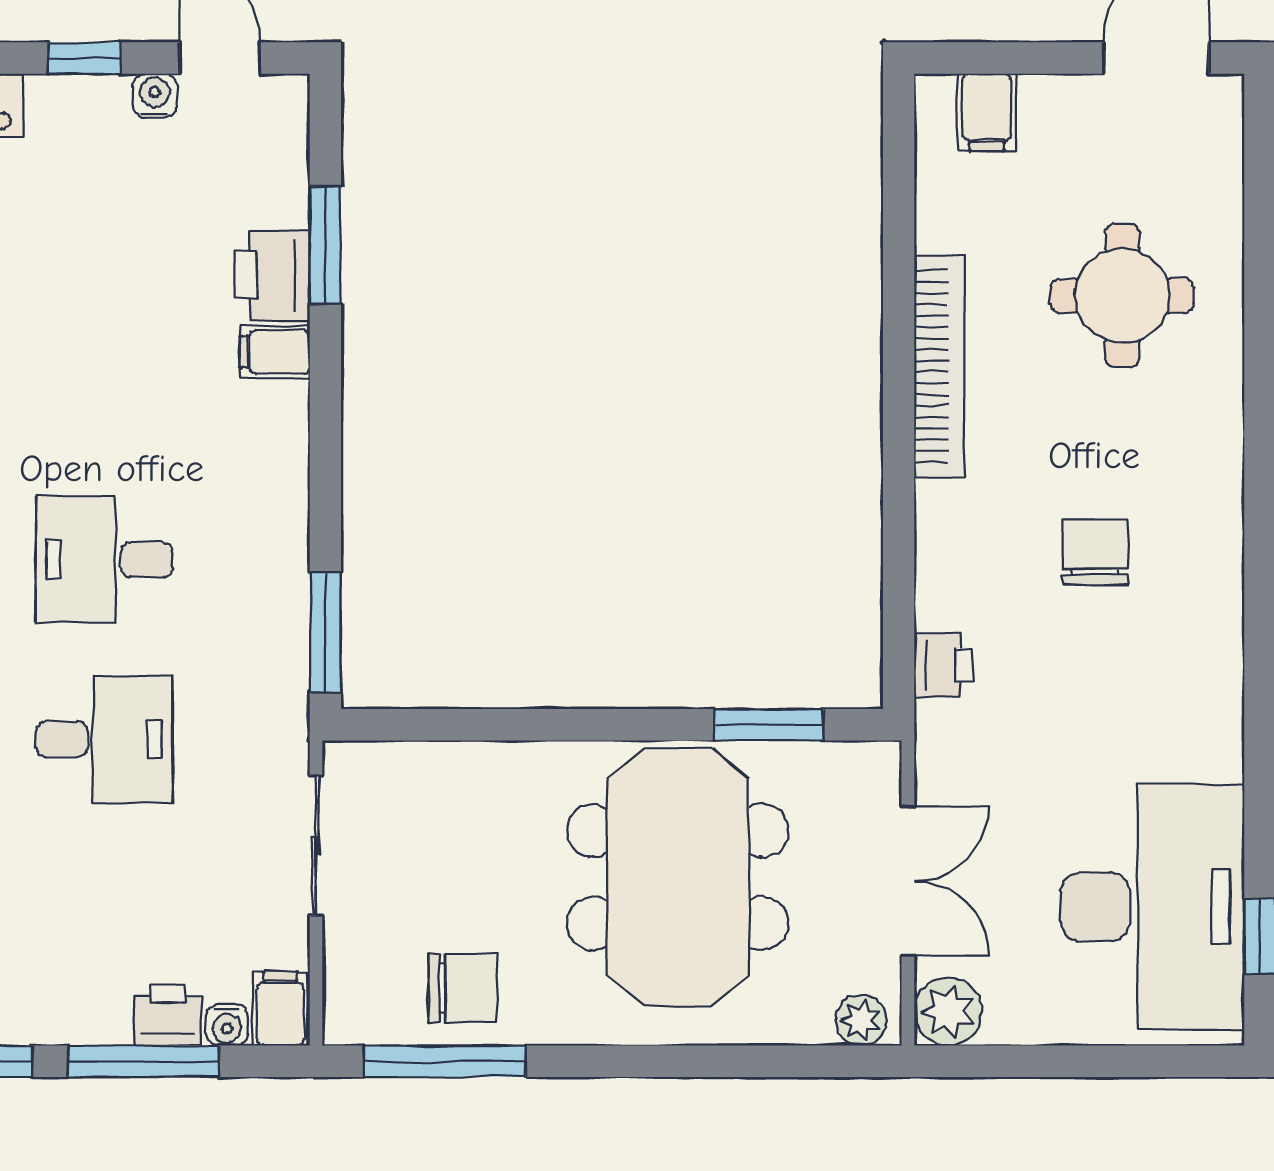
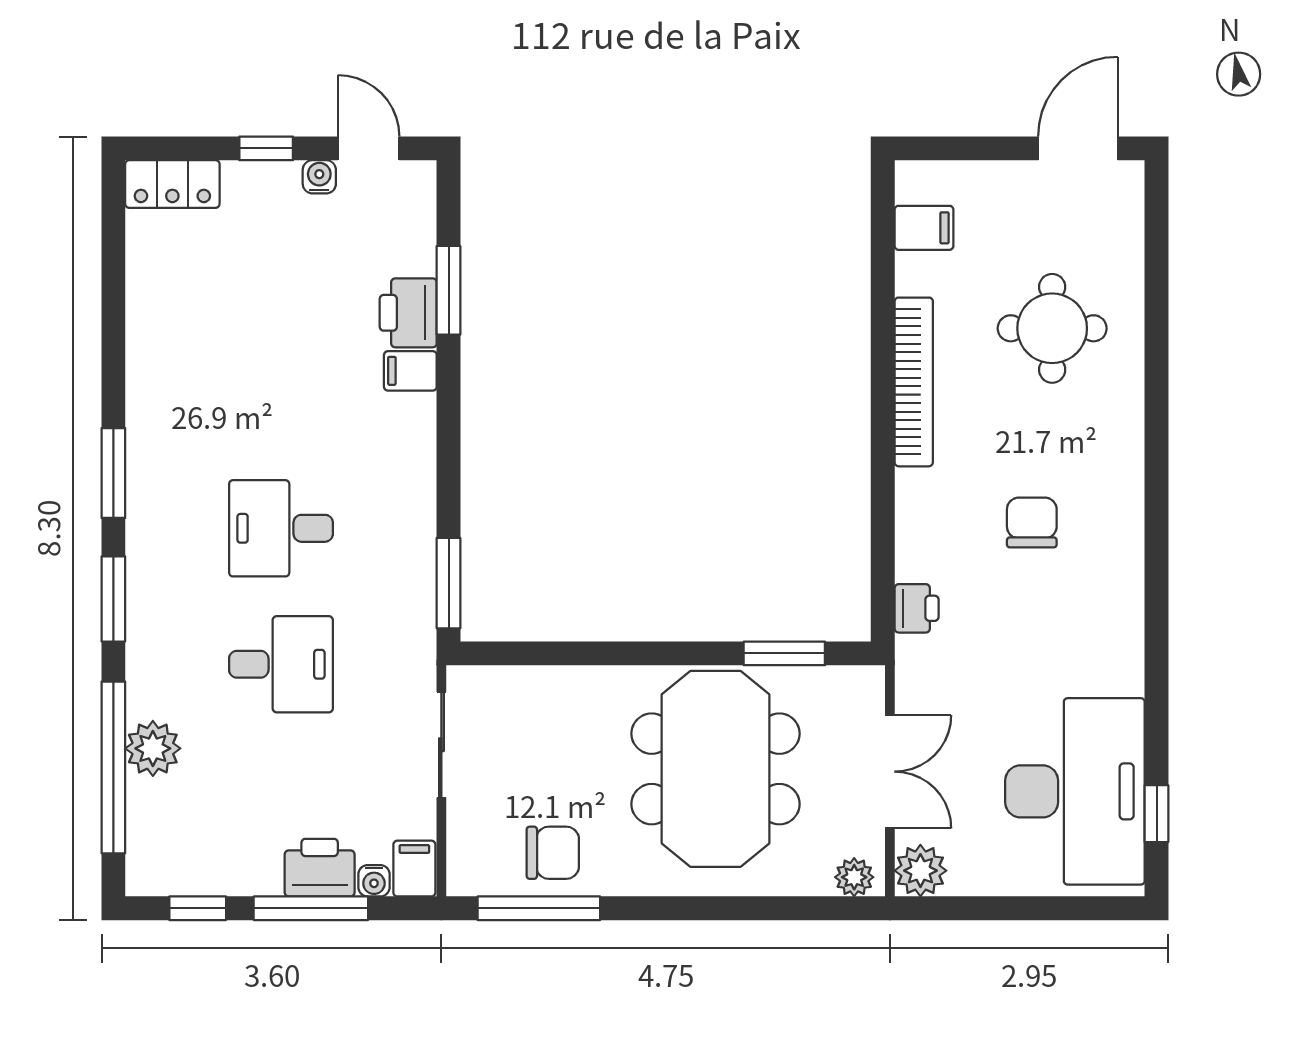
filing cabinet: (987, 112) -> (924, 228), moved, turned -90
printer: (167, 1015) -> (320, 868), width x1.36, depth x1.24

